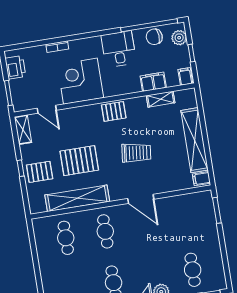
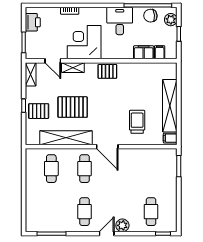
filing cabinet: (185, 76) -> (160, 52), moved
shelving: (161, 99) -> (73, 68), moved
trolley: (136, 153) -> (137, 122), moved, turned -97
door: (141, 199) -> (107, 147), moved

